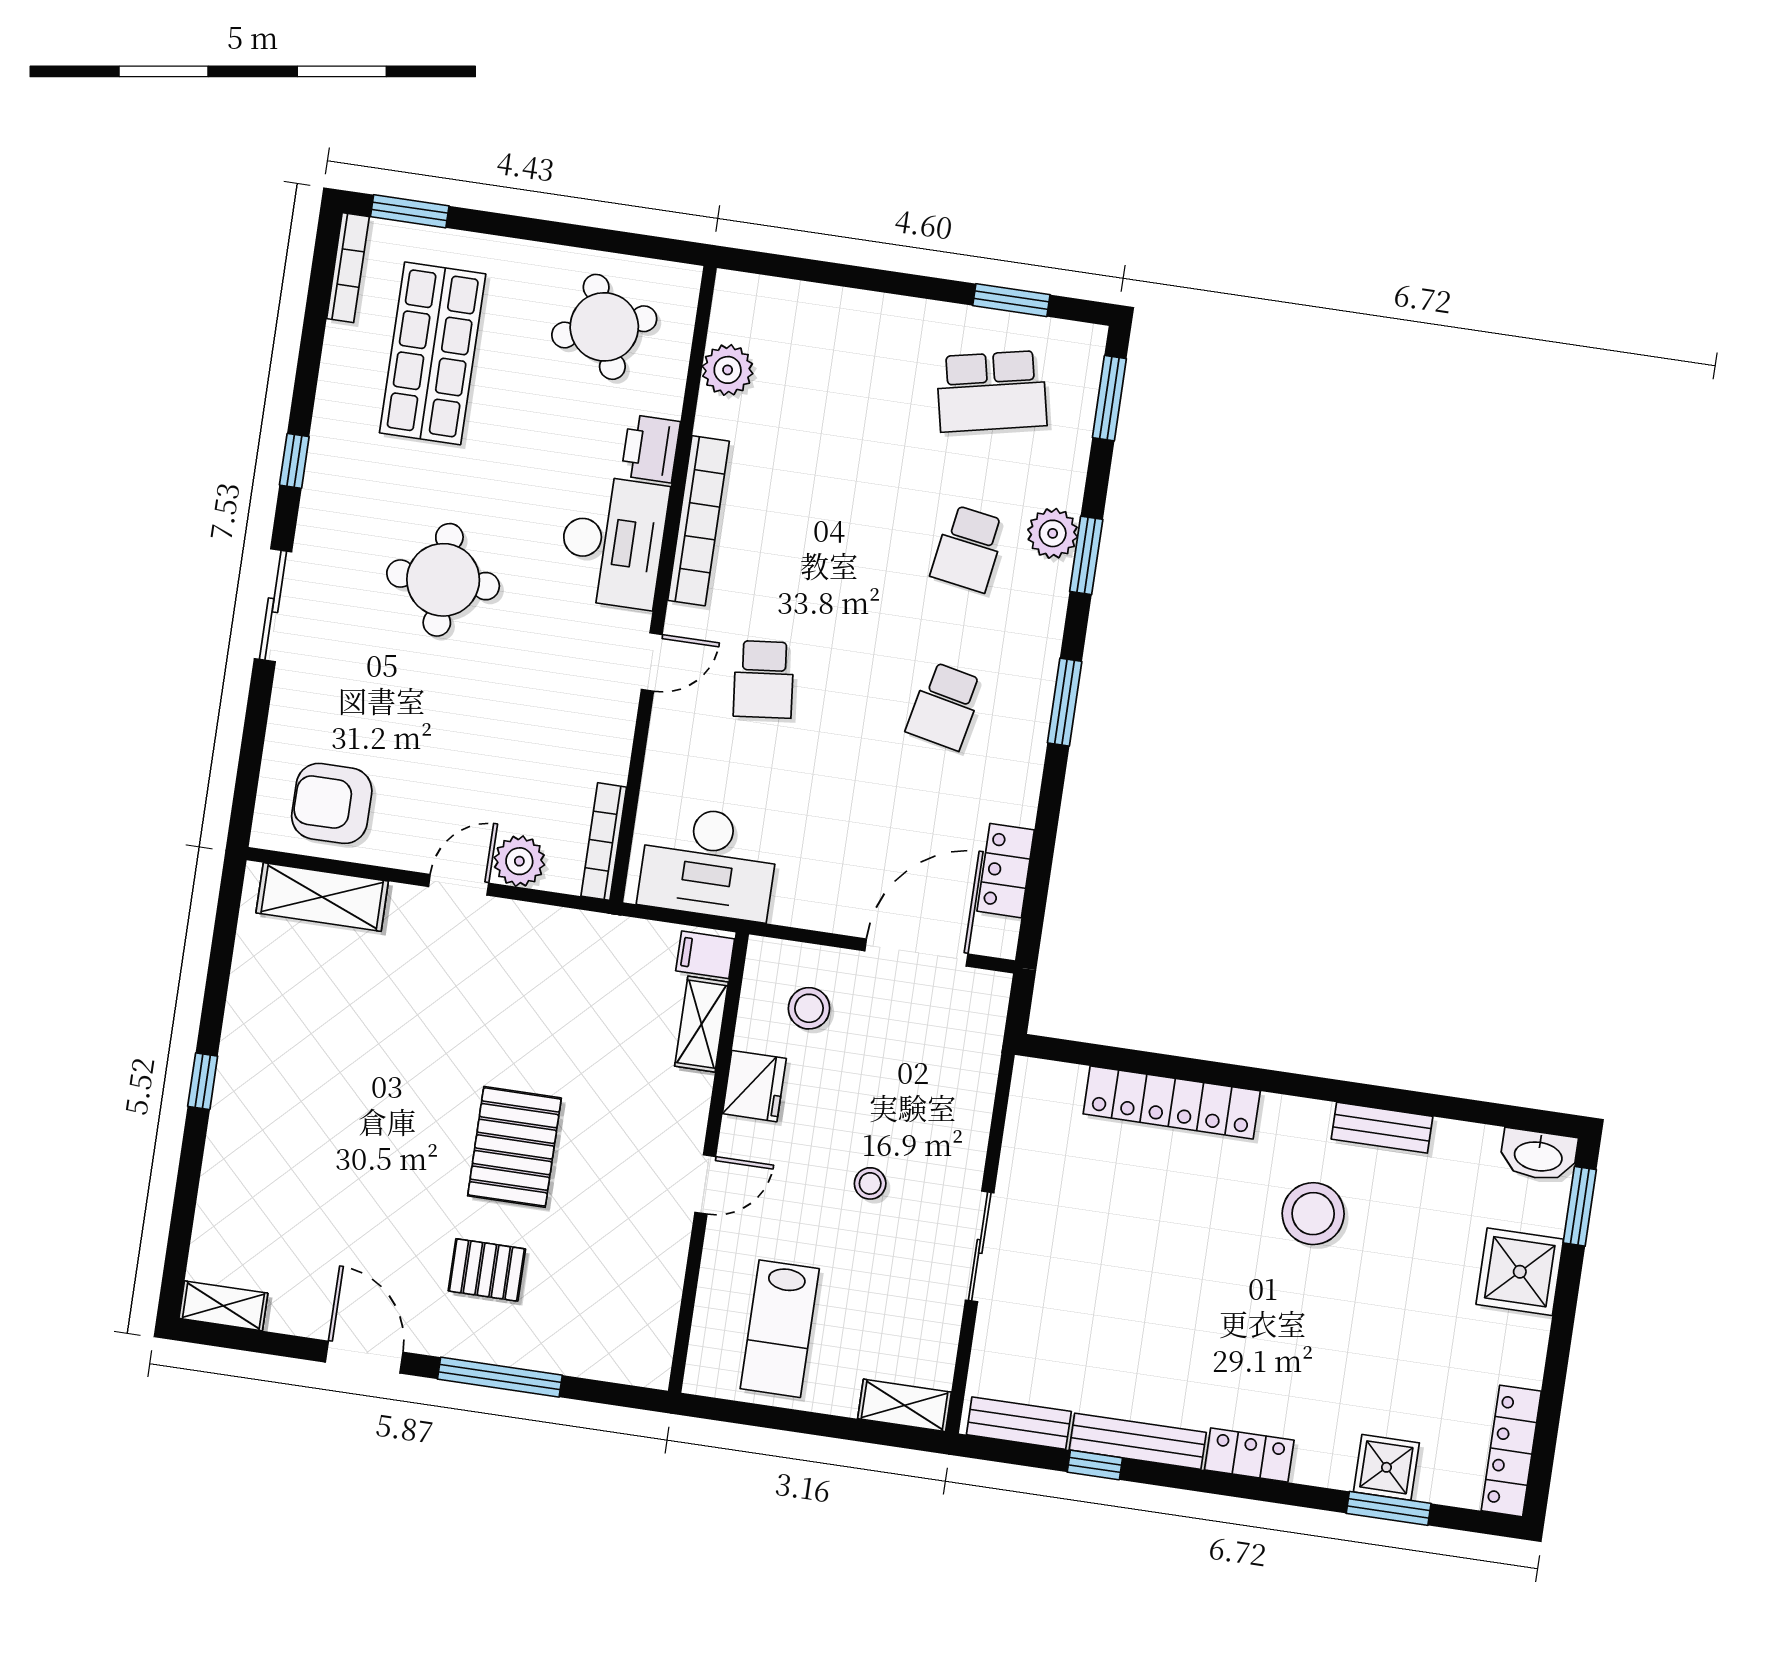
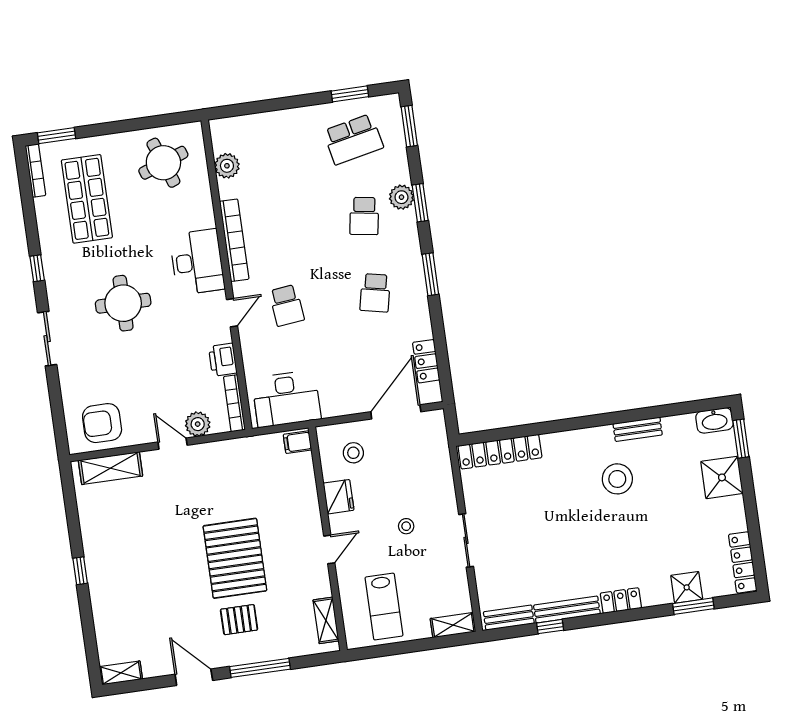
printer: (651, 449) -> (223, 360), moved
door: (459, 885) -> (173, 444), hinge flipped
shelving: (701, 1024) -> (326, 620), moved
locker: (1172, 1102) -> (500, 452), moved
pallet: (514, 1147) -> (235, 558), width x1.37, depth x1.41

